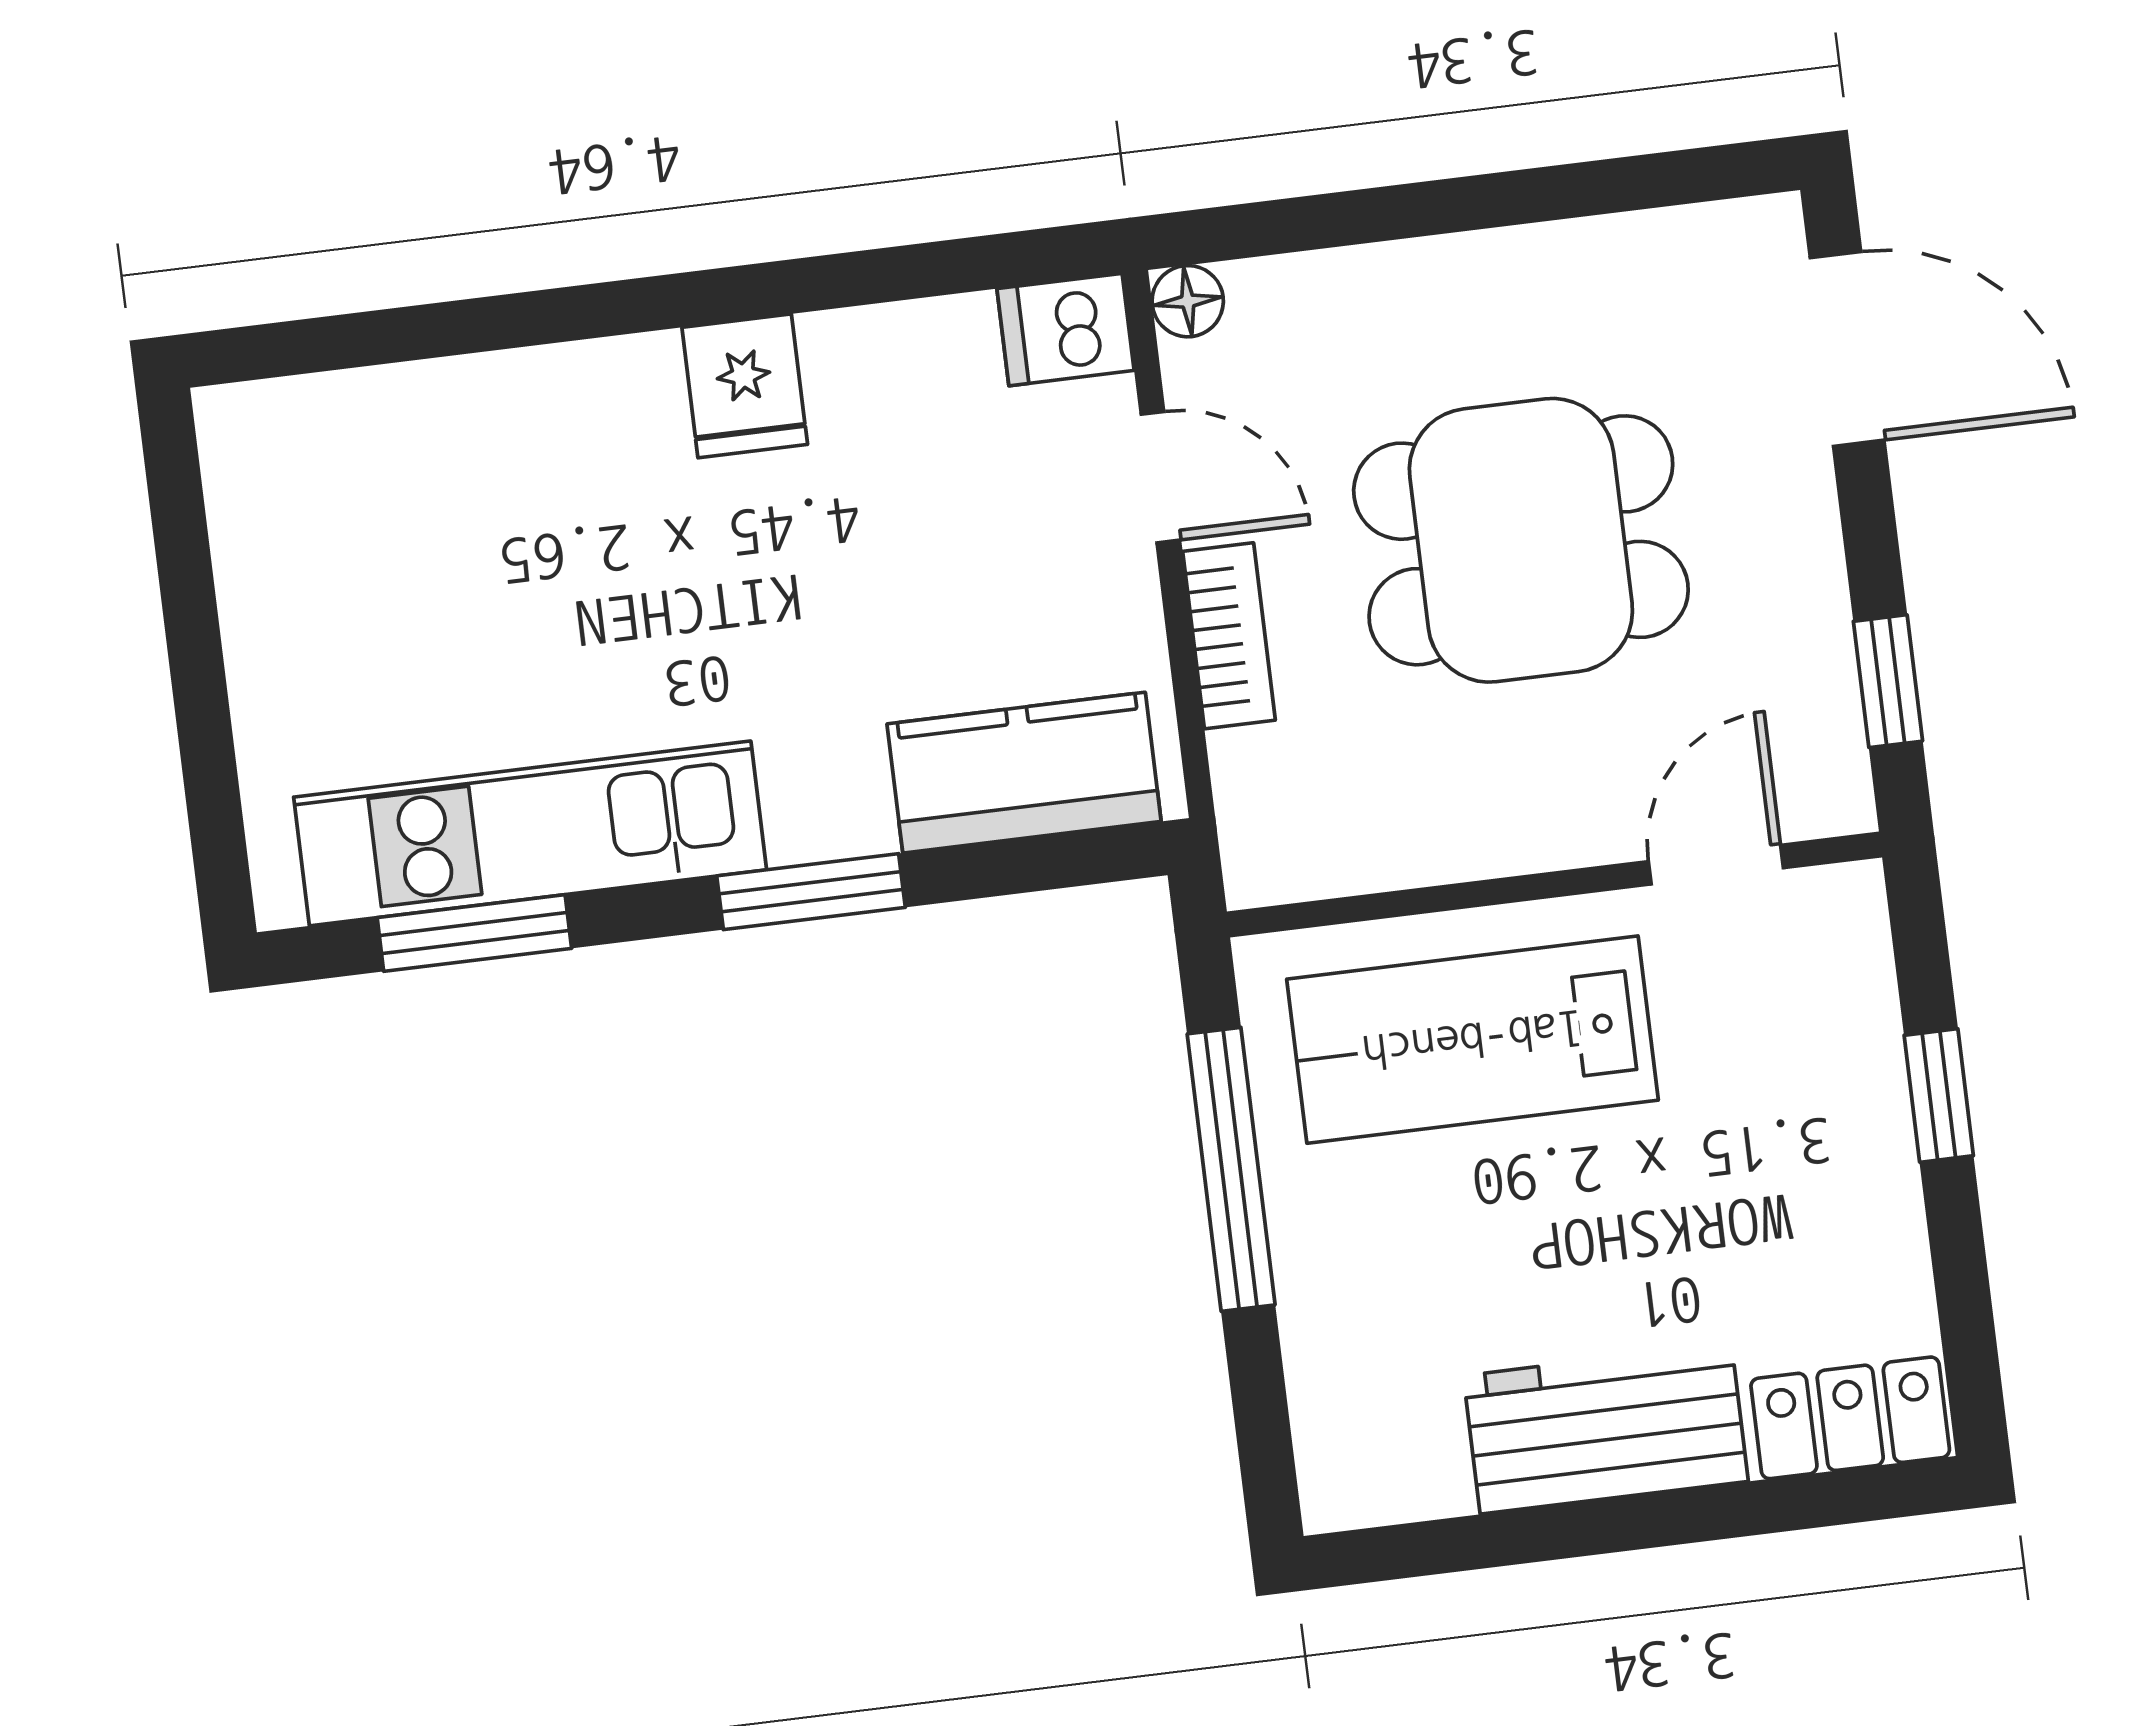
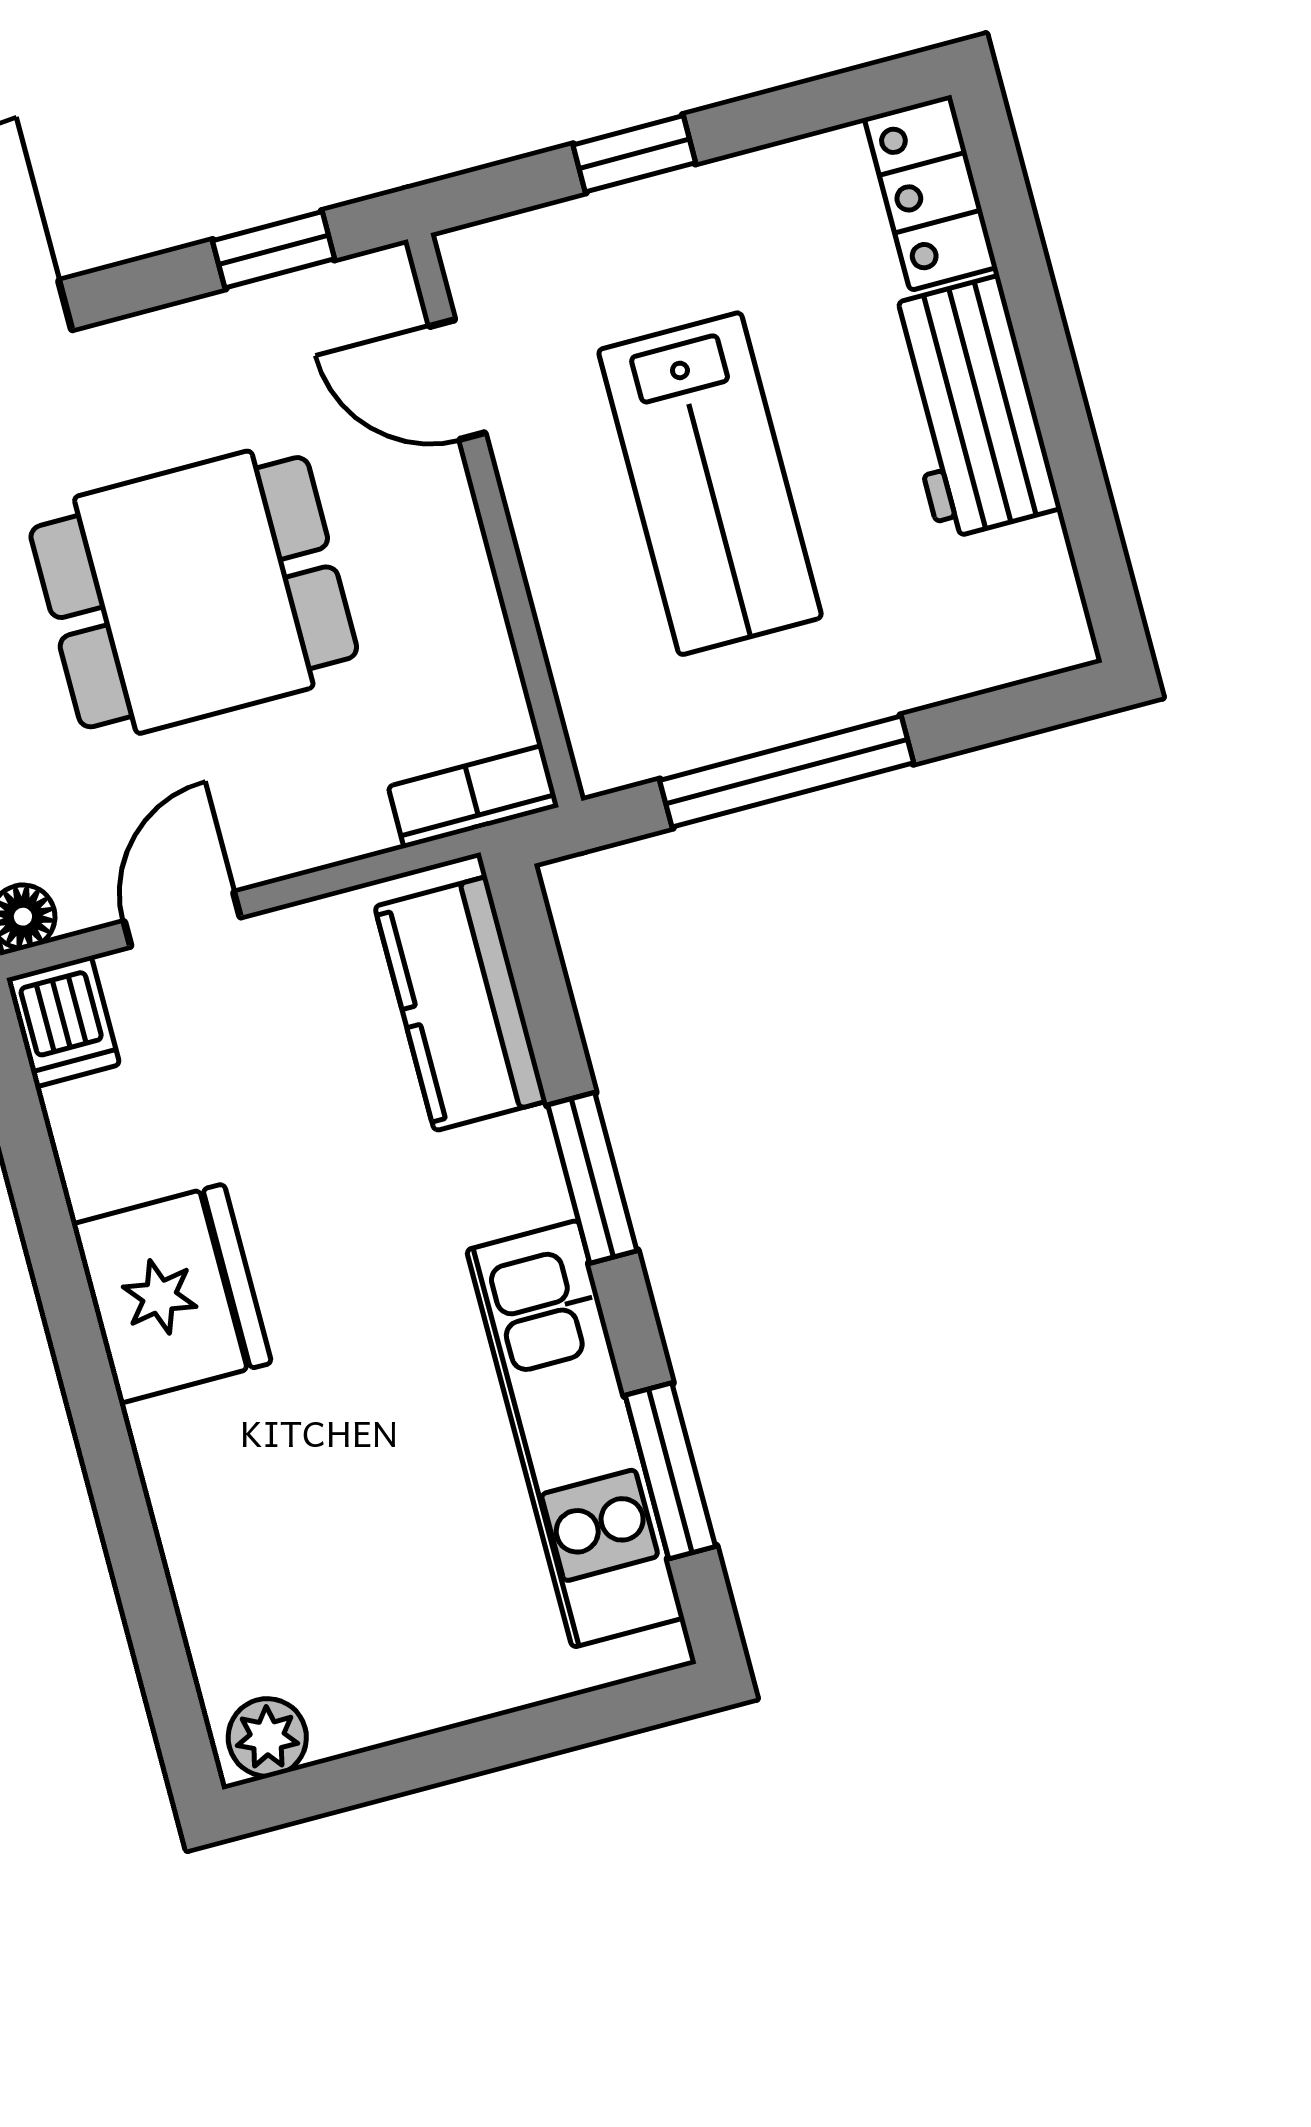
fridge: (745, 386) -> (172, 1294), width x1.88, depth x1.34
plant: (241, 446) -> (267, 1737), added
dining table: (1521, 540) -> (194, 592), turned 90
bookcase: (1229, 636) -> (473, 797), moved
lab bench: (1472, 1040) -> (710, 484), moved

